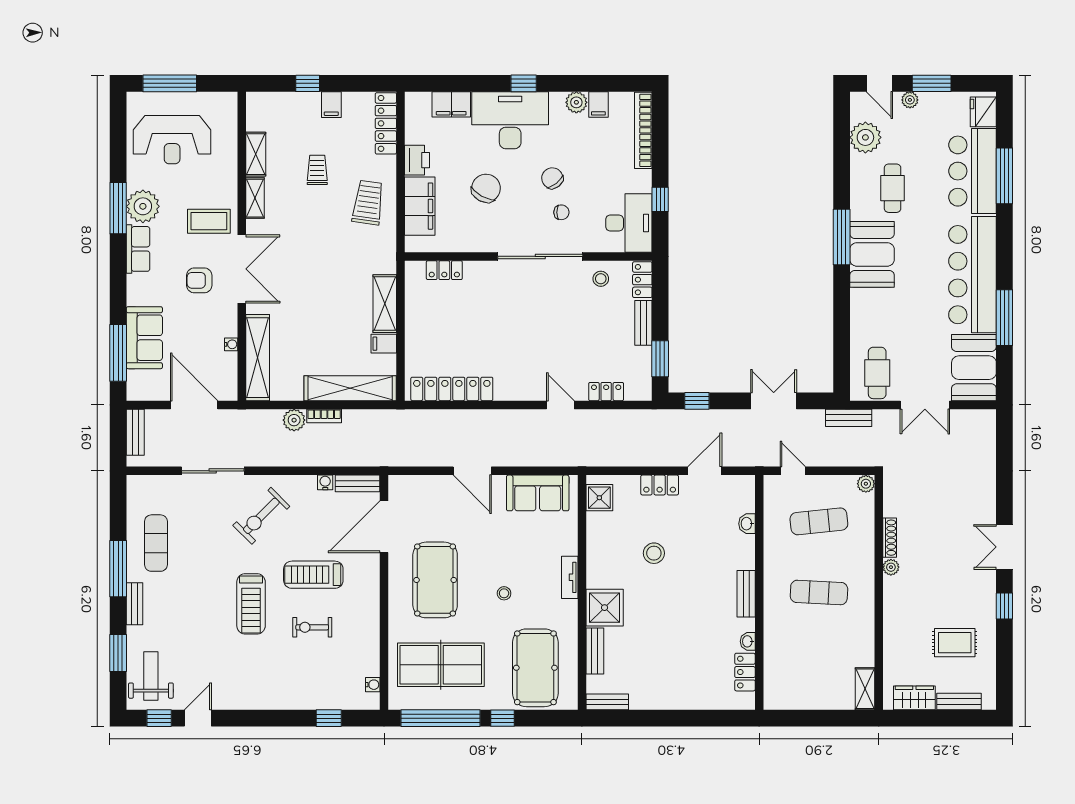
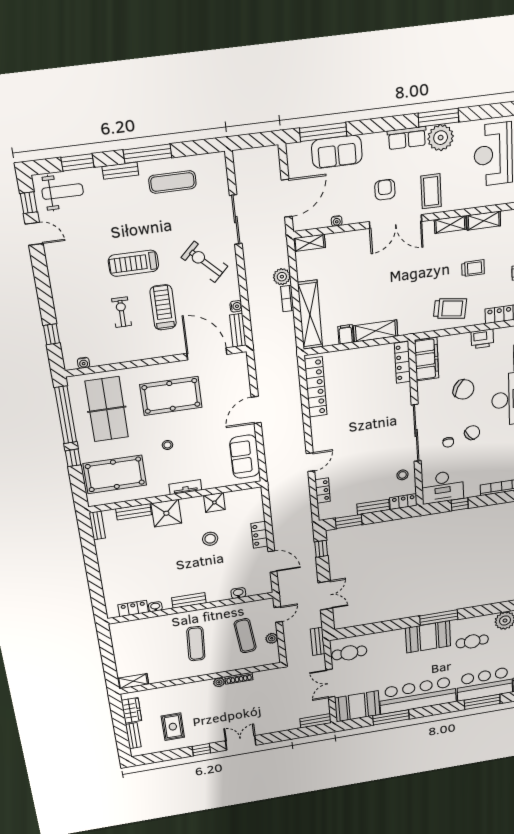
filing cabinet: (420, 206) -> (427, 359), moved, turned -90
locker: (444, 270) -> (402, 362), width x1.53
shelving: (258, 358) -> (309, 243), width x0.45, depth x0.75
bench: (135, 432) -> (316, 721), moved
plant: (866, 484) -> (272, 638), moved
shower: (599, 498) -> (214, 502), moved

